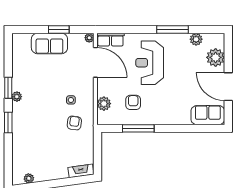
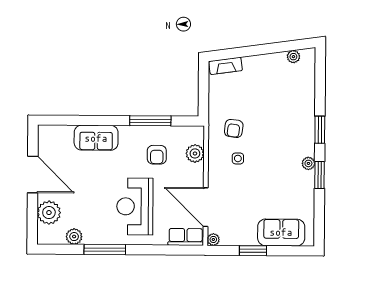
sofa: (49, 43) -> (281, 232), moved
reception desk: (150, 63) -> (135, 206), turned 180
sofa: (208, 115) -> (96, 138), moved

